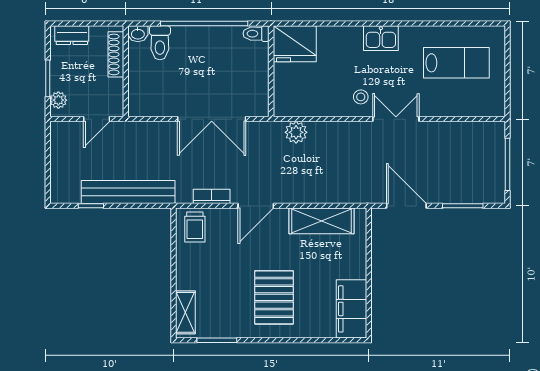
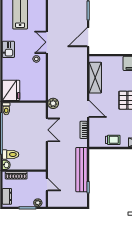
double door: (212, 119) -> (47, 130), width x0.73
plant: (296, 132) -> (53, 103), moved
trolley: (195, 227) -> (113, 140), moved

